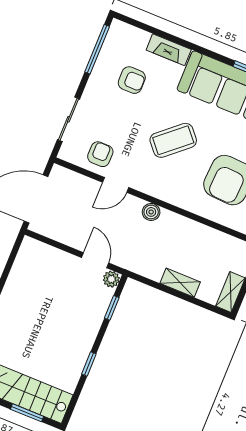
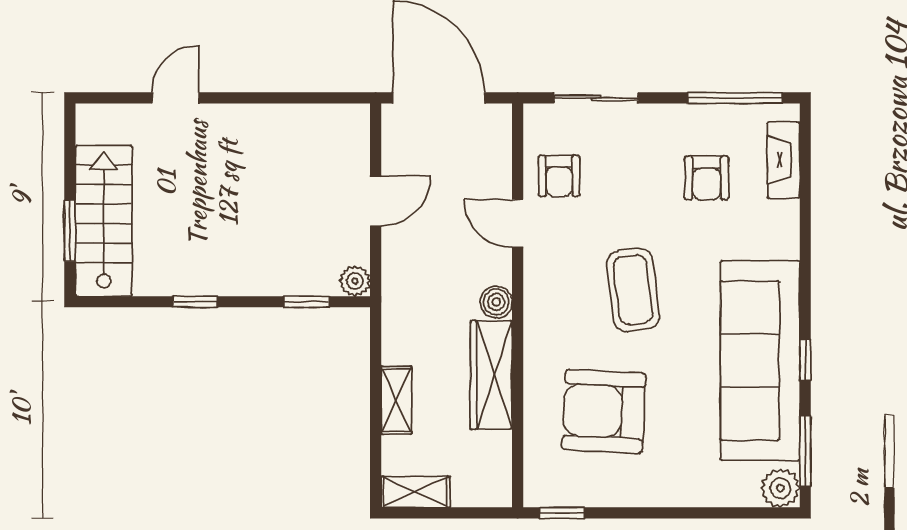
fireplace: (169, 50) -> (783, 160), moved
coffee table: (173, 140) -> (633, 290), turned 34
armchair: (100, 154) -> (559, 176), turned 90
wardrobe: (187, 230) -> (491, 375), added
door: (95, 260) -> (376, 201), moved

